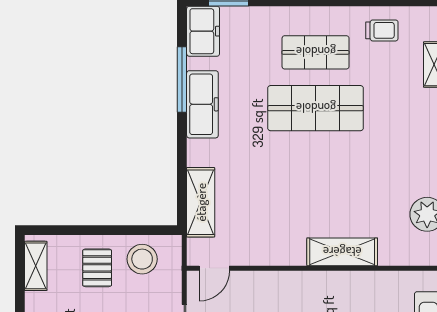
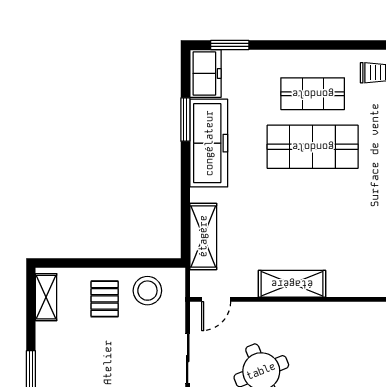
window: (182, 80) -> (185, 120), width x0.69
freezer: (202, 104) -> (209, 143), width x1.36, depth x1.26
shelving: (342, 252) -> (292, 284), moved

